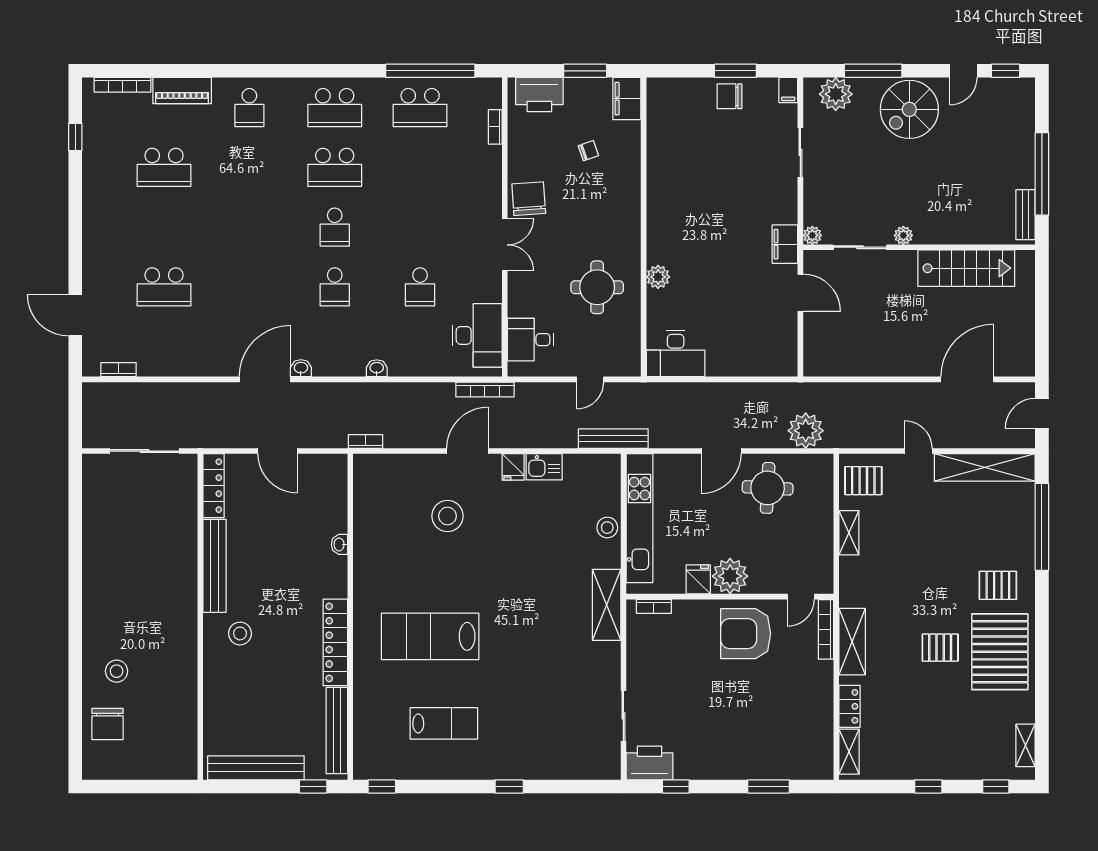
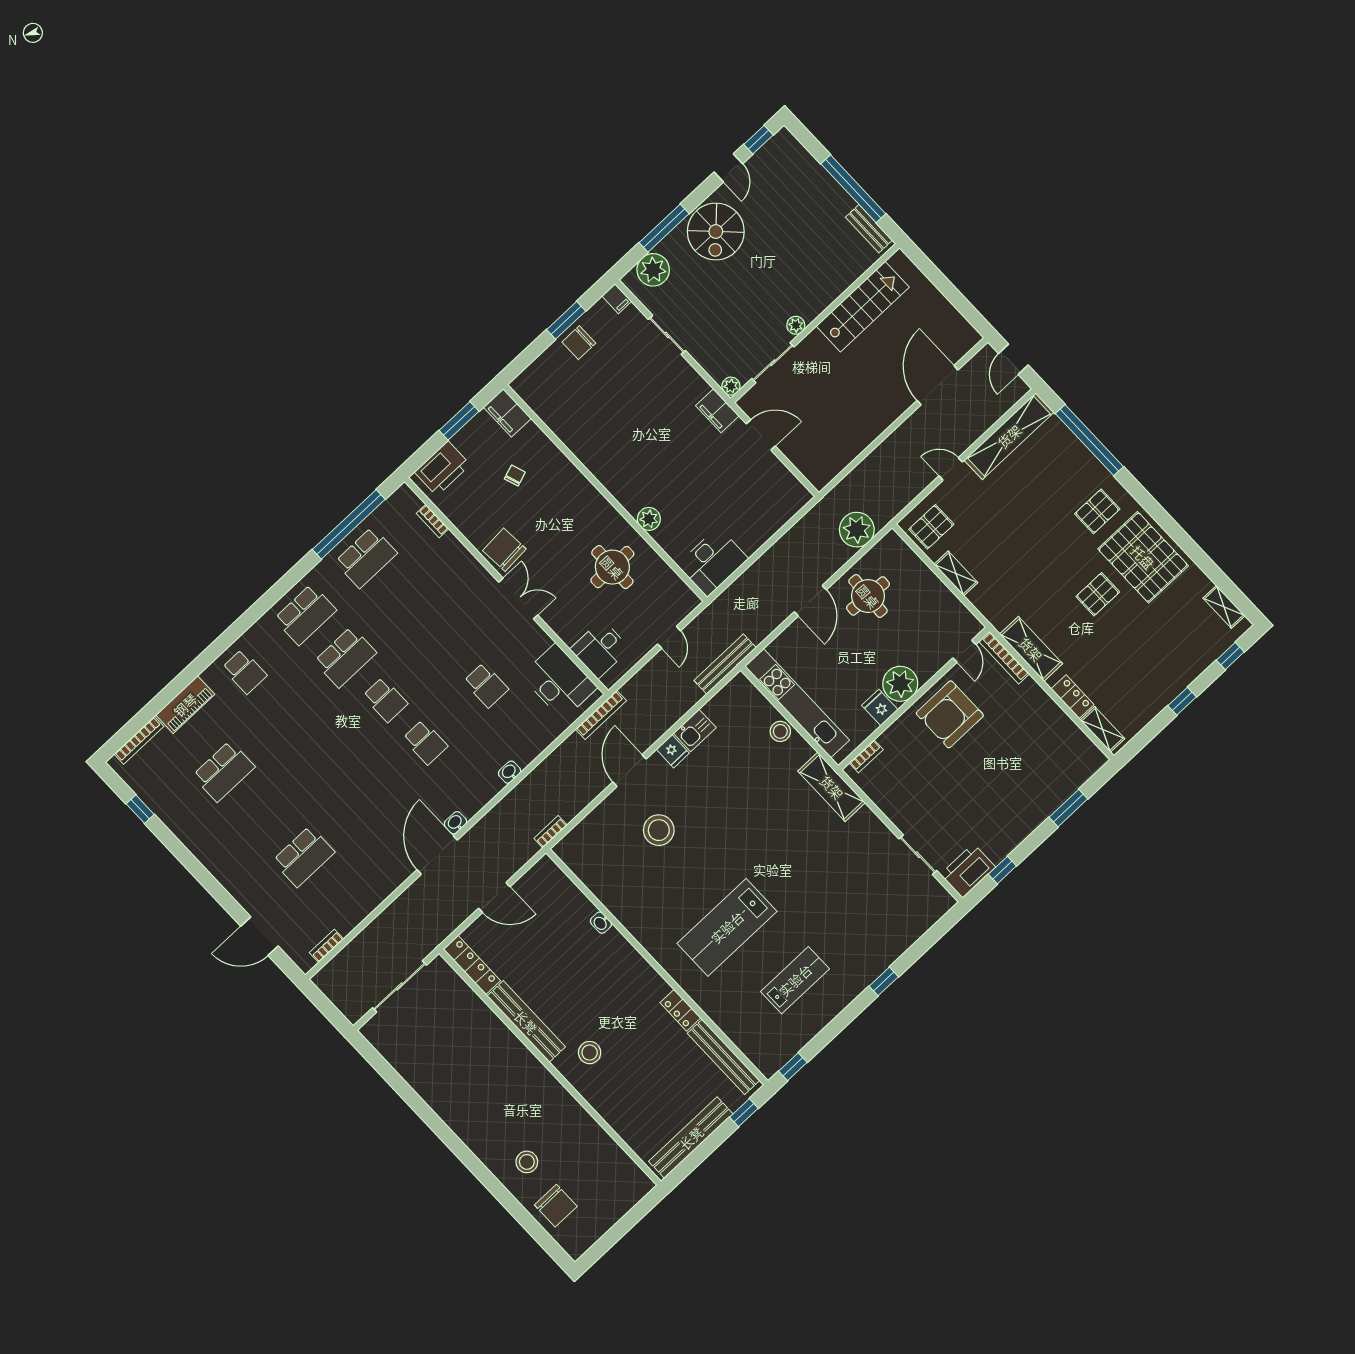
locker: (335, 642) -> (680, 1010), width x0.46, depth x0.83

